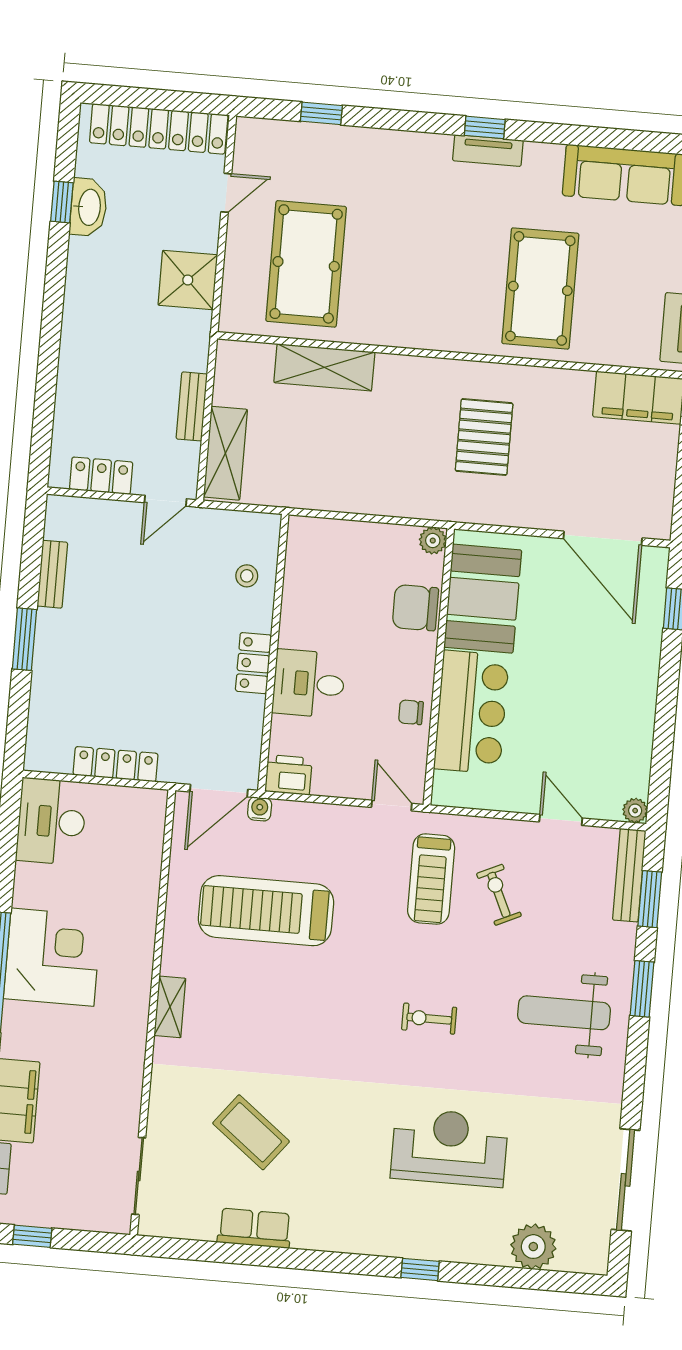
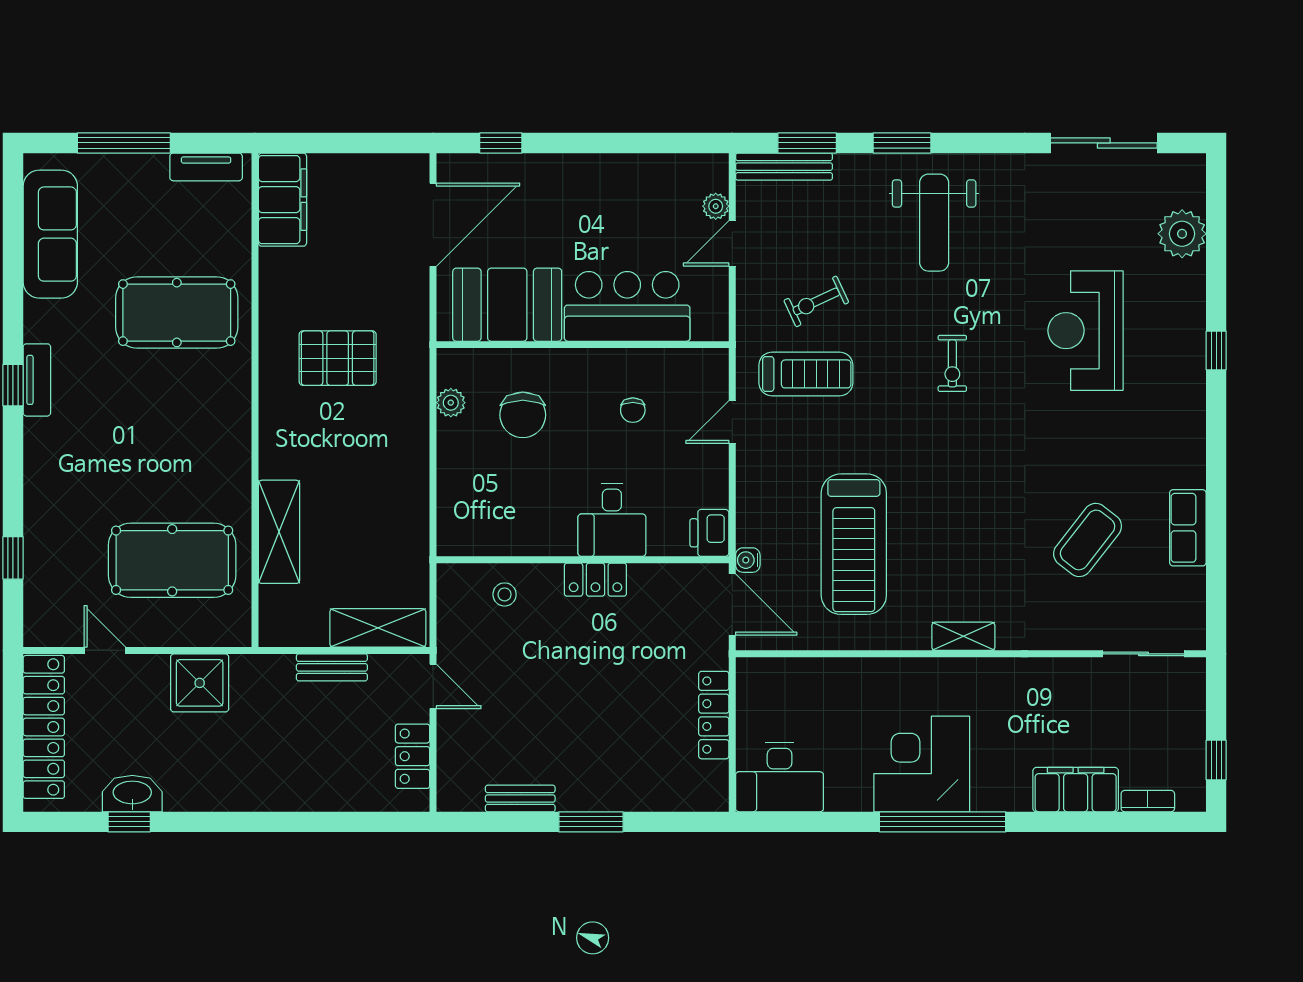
booth: (483, 599) -> (507, 305), moved
wall: (439, 667) -> (583, 345), moved
bar counter: (471, 712) -> (627, 306), moved
plant: (635, 811) -> (716, 206), moved

